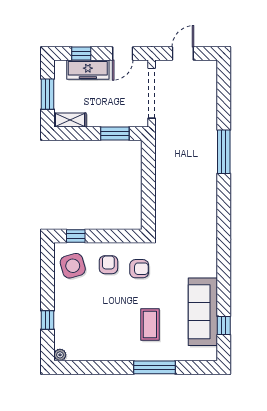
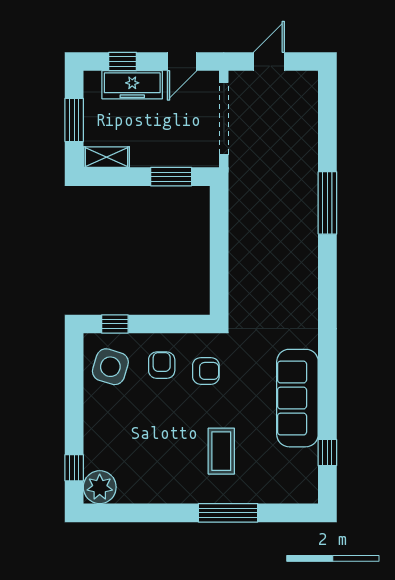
side table: (73, 266) -> (110, 367), turned 33
sofa: (203, 312) -> (297, 398), moved
window: (47, 320) -> (74, 468), moved
plant: (60, 355) -> (100, 487), width x1.88, depth x1.88

